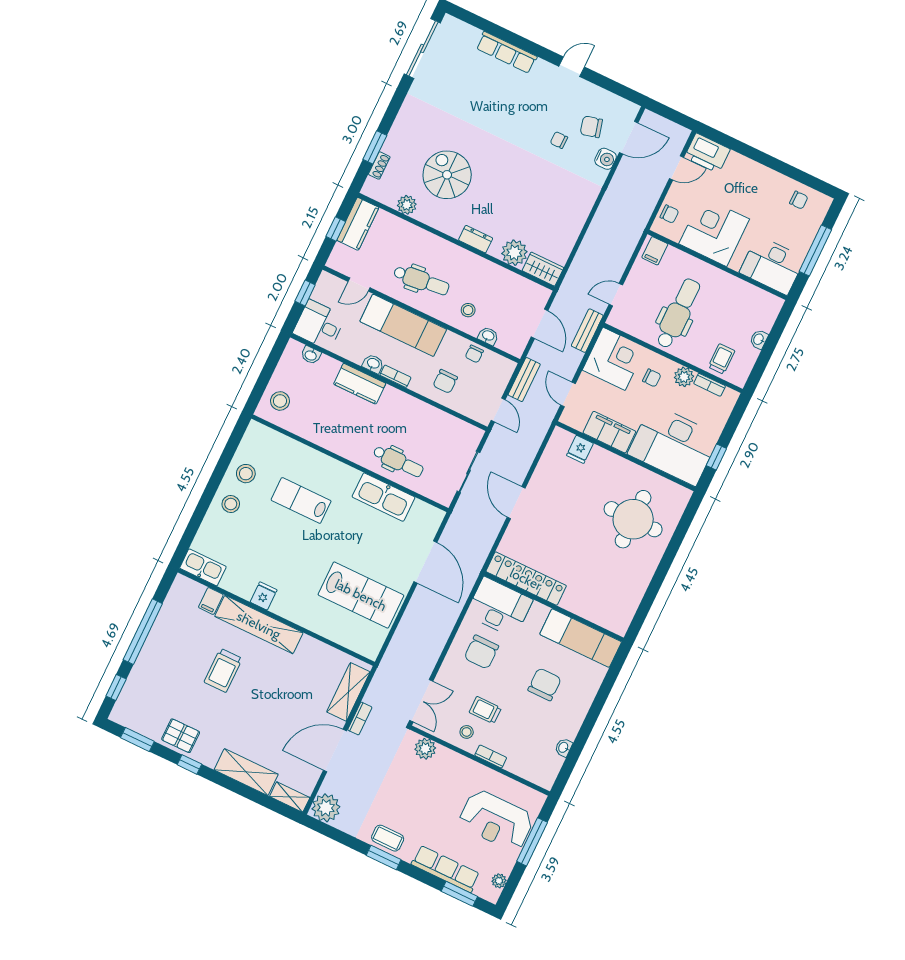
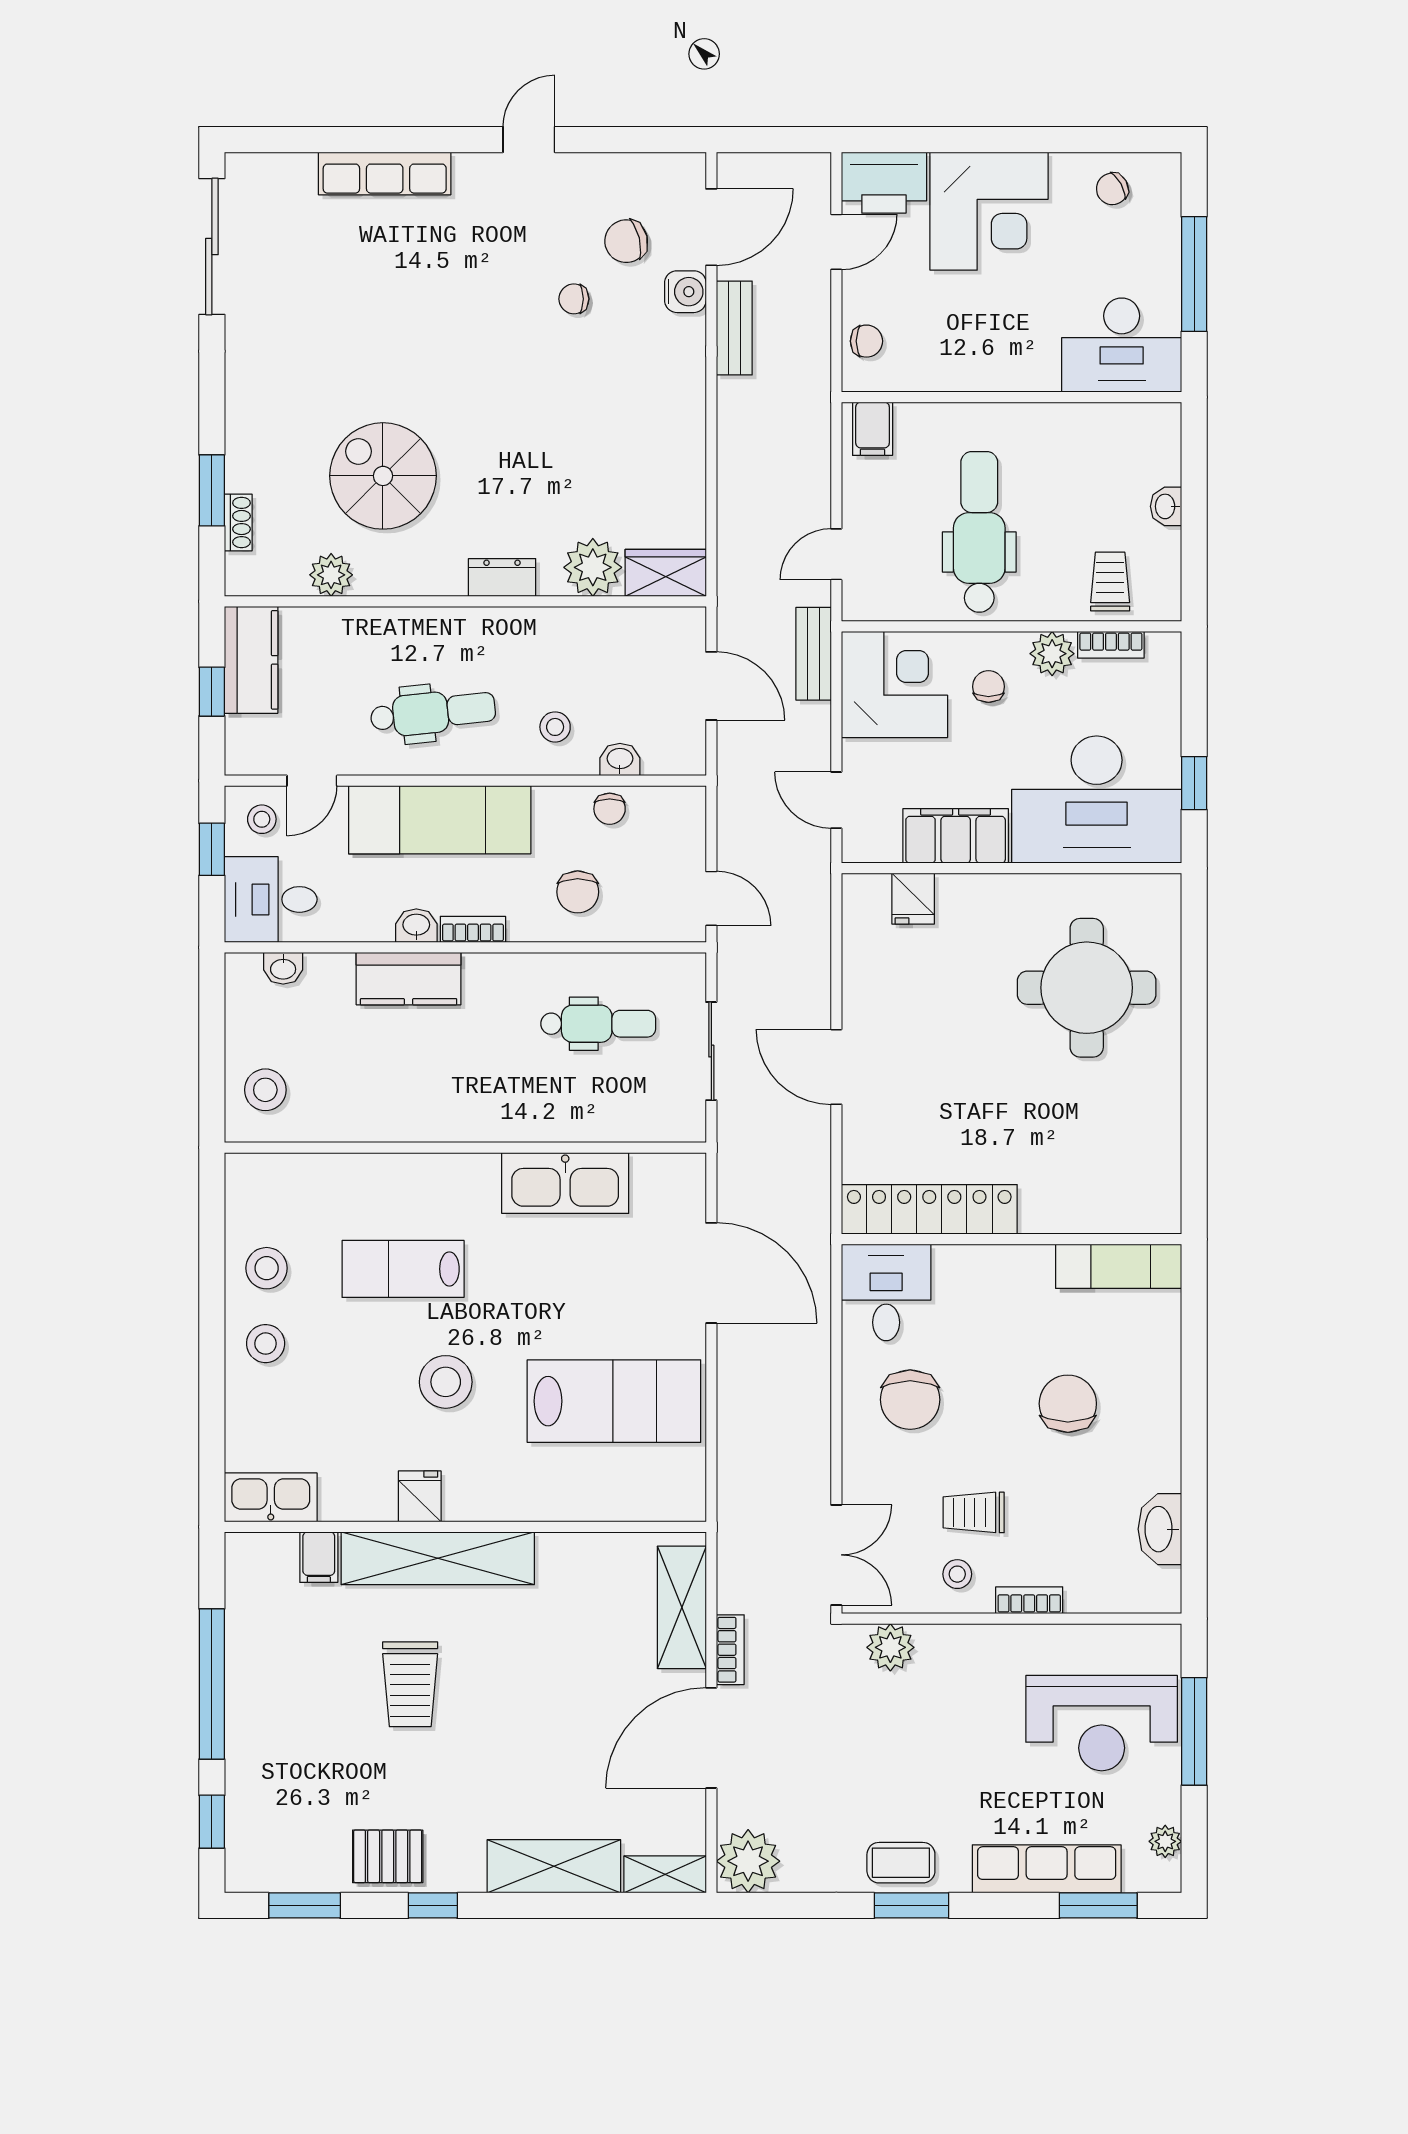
chair: (799, 200) -> (1112, 189), turned 151
corner desk: (714, 231) -> (989, 211), moved, turned 180
stool: (331, 291) -> (262, 819), added
chair: (652, 378) -> (988, 687), turned -90
bench: (524, 380) -> (734, 328), moved
dental chair: (398, 461) -> (598, 1024), moved
stool: (296, 555) -> (446, 1382), added
desk: (499, 607) -> (886, 1292), width x0.73
exam couch: (581, 638) -> (1119, 1266), width x0.73, depth x0.69
washbasin: (564, 747) -> (1160, 1529), width x1.91, depth x1.45

